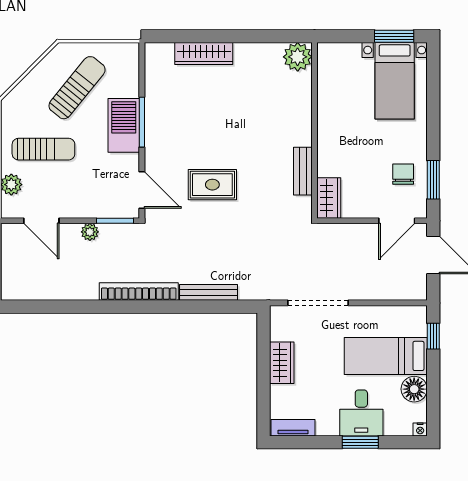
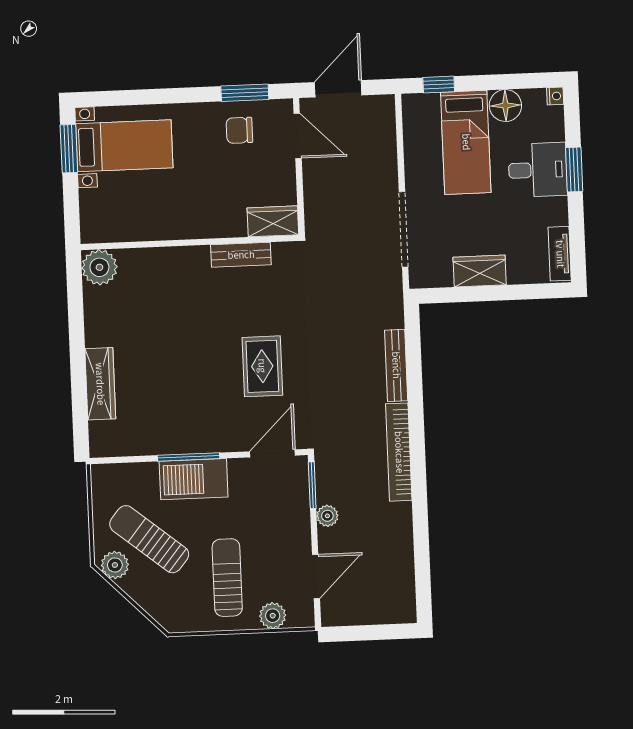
plant: (57, 59) -> (115, 565), added

